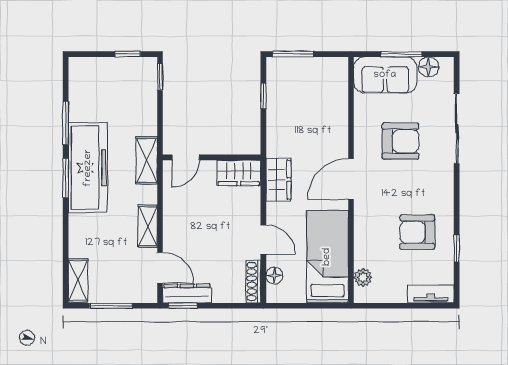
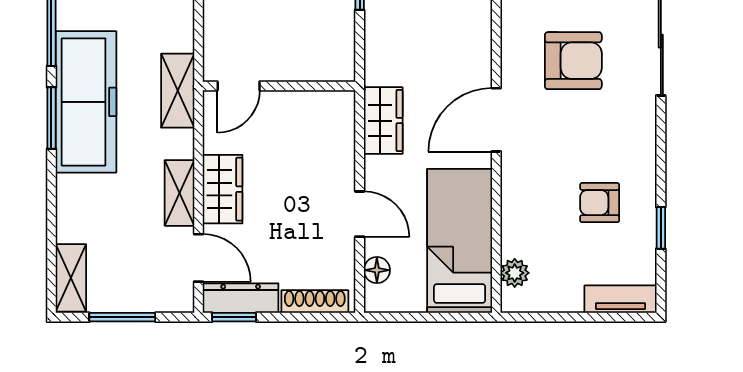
wardrobe: (239, 173) -> (223, 189), moved, turned -90
armchair: (417, 232) -> (600, 203), width x0.72, depth x0.72
shoe rack: (253, 282) -> (315, 302), moved, turned 90

